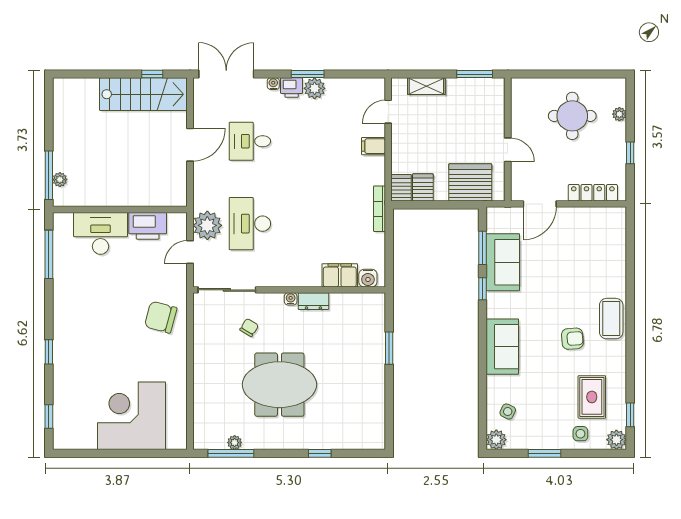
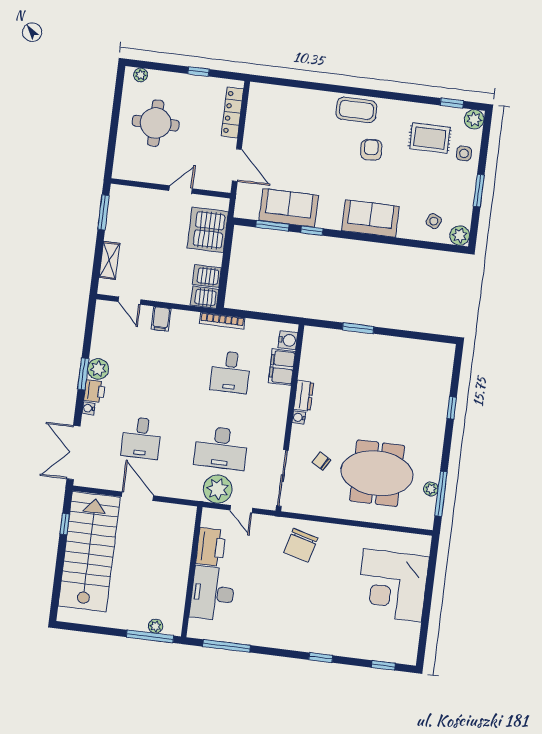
stairs: (143, 94) -> (89, 552), width x1.36, depth x1.51
plant: (619, 114) -> (141, 75), moved
desk: (328, 224) -> (230, 372), added
meeting table: (279, 385) -> (377, 473), moved, turned 90

